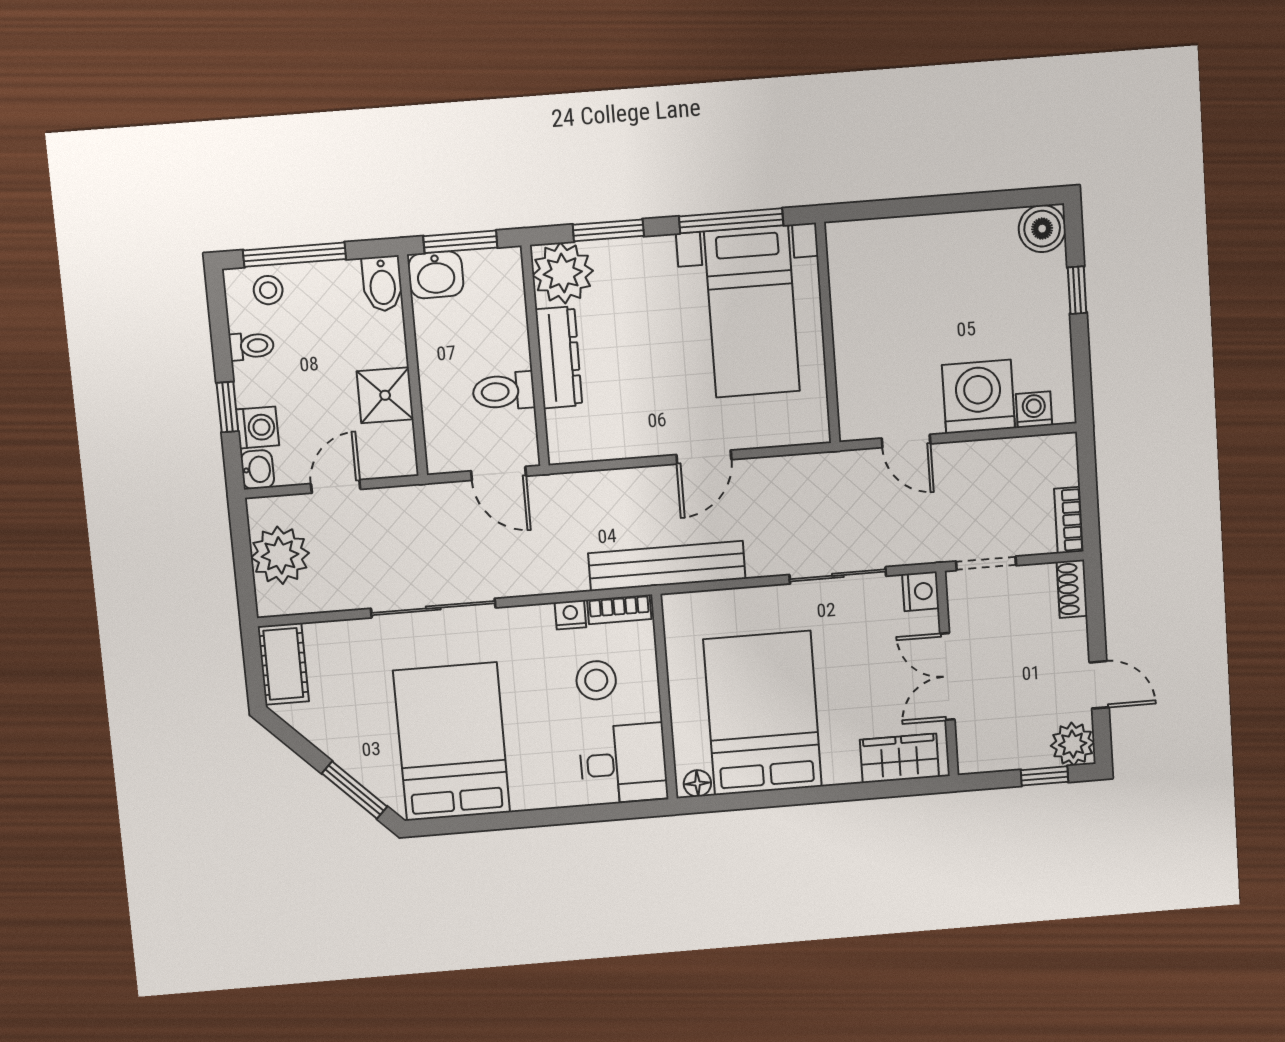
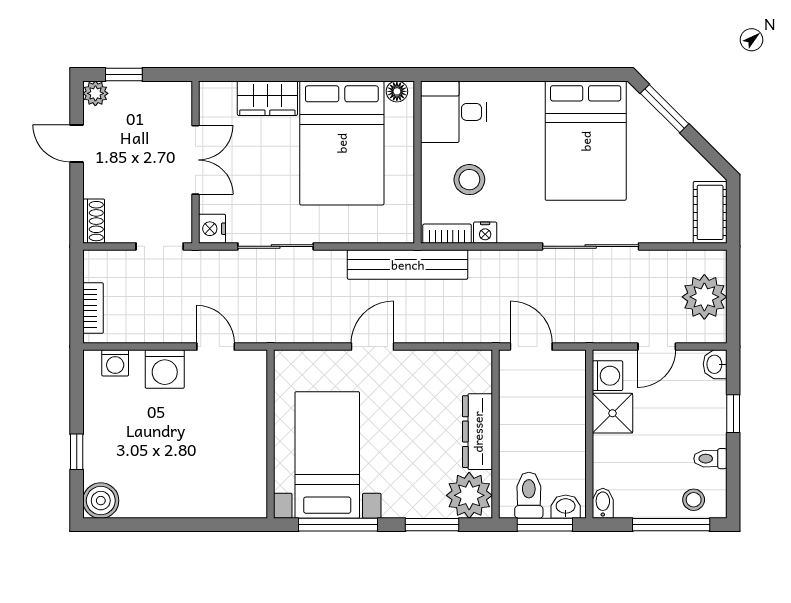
washbasin: (436, 275) -> (566, 507), width x0.72, depth x0.69
bidet: (382, 284) -> (603, 503), width x0.72, depth x0.74
toilet: (504, 391) -> (529, 495), moved, turned -90
washing machine: (978, 397) -> (165, 369), width x0.73, depth x0.73
washing machine: (257, 427) -> (608, 376), moved, turned 180
bookcase: (1069, 520) -> (93, 308), moved
plant: (1073, 744) -> (95, 93), width x0.73, depth x0.73
wardrobe: (899, 758) -> (267, 98), moved

